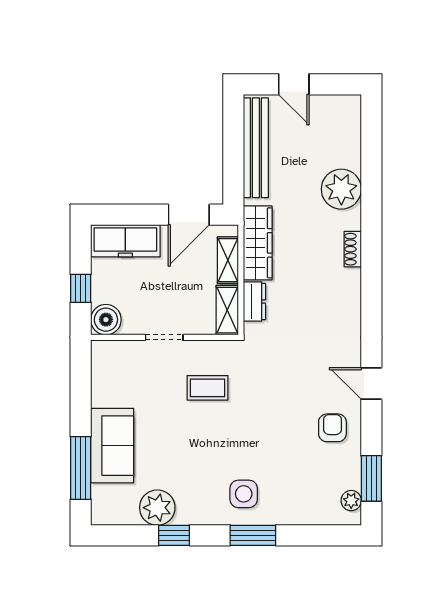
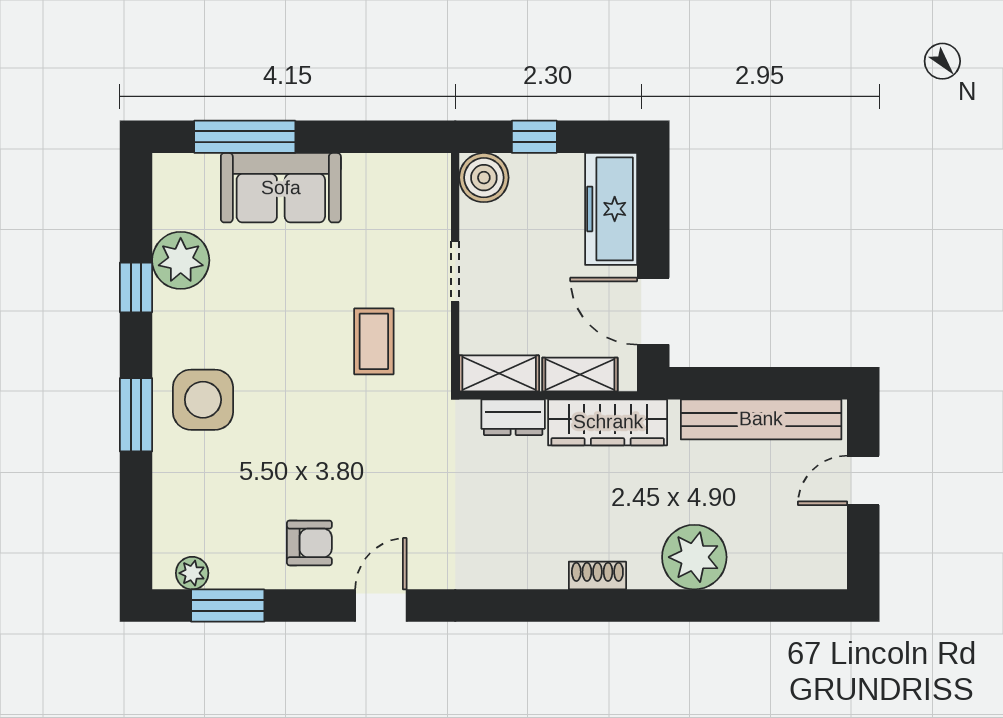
side table: (244, 494) -> (203, 400), width x1.37, depth x1.37

